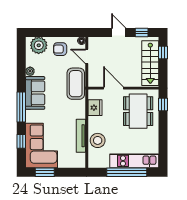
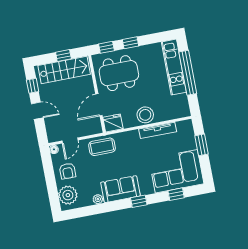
door: (119, 32) -> (37, 111), swing flipped
window: (163, 53) -> (63, 56), moved
coffee table: (76, 84) -> (102, 147), width x0.73, depth x0.76
window: (21, 107) -> (139, 201), width x0.46
fridge: (95, 108) -> (113, 123), moved
window: (163, 127) -> (131, 43), added
stool: (98, 140) -> (145, 115), moved
window: (45, 172) -> (201, 145), moved

